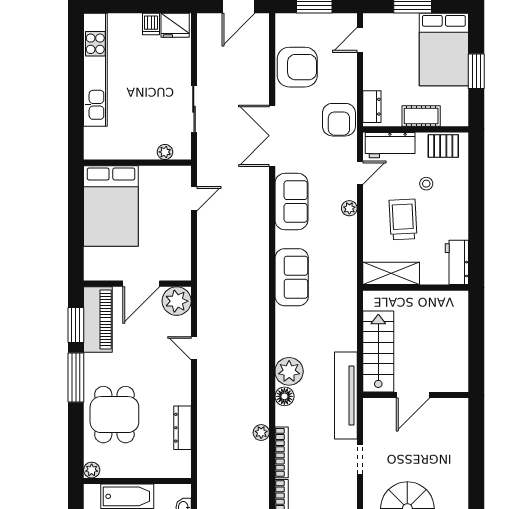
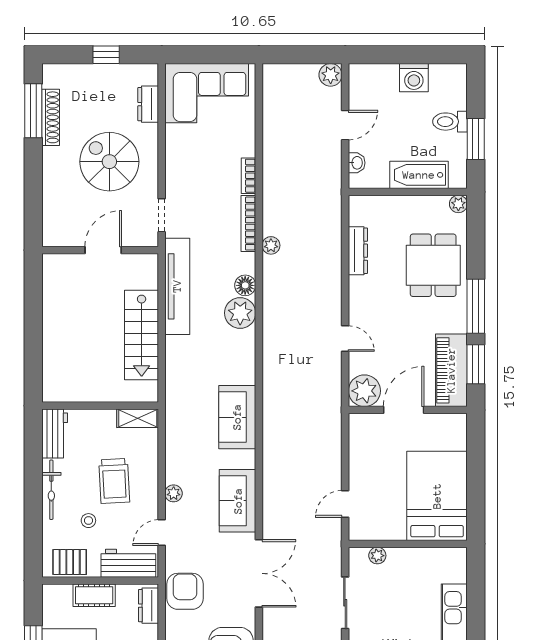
bicycle: (460, 212) -> (51, 490), added
shelving: (391, 273) -> (138, 418), width x0.67, depth x0.75
door: (413, 395) -> (103, 250), moved
wall: (416, 395) -> (100, 250), moved

